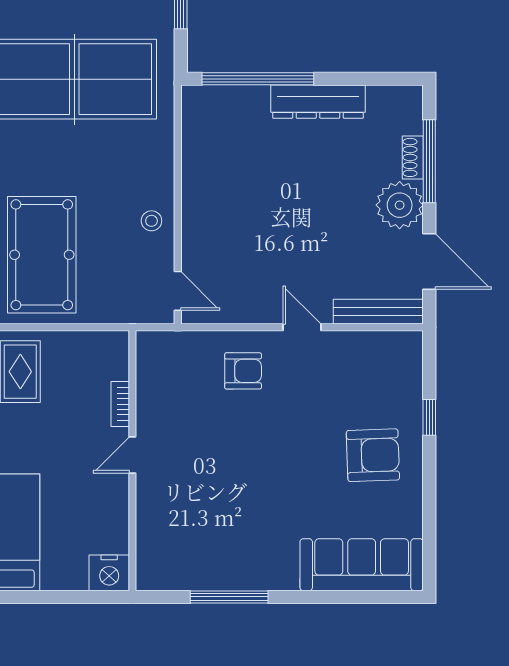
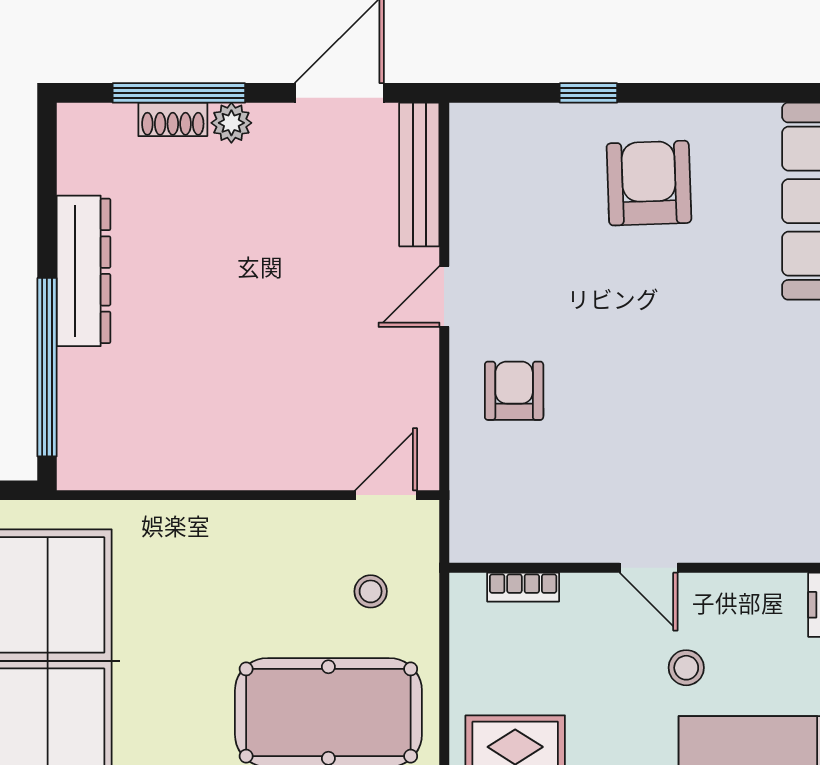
plant: (400, 205) -> (231, 123), width x0.53, depth x0.53
stool: (151, 221) -> (371, 591), moved
bookcase: (120, 404) -> (523, 587), moved
stool: (70, 479) -> (686, 668), added

